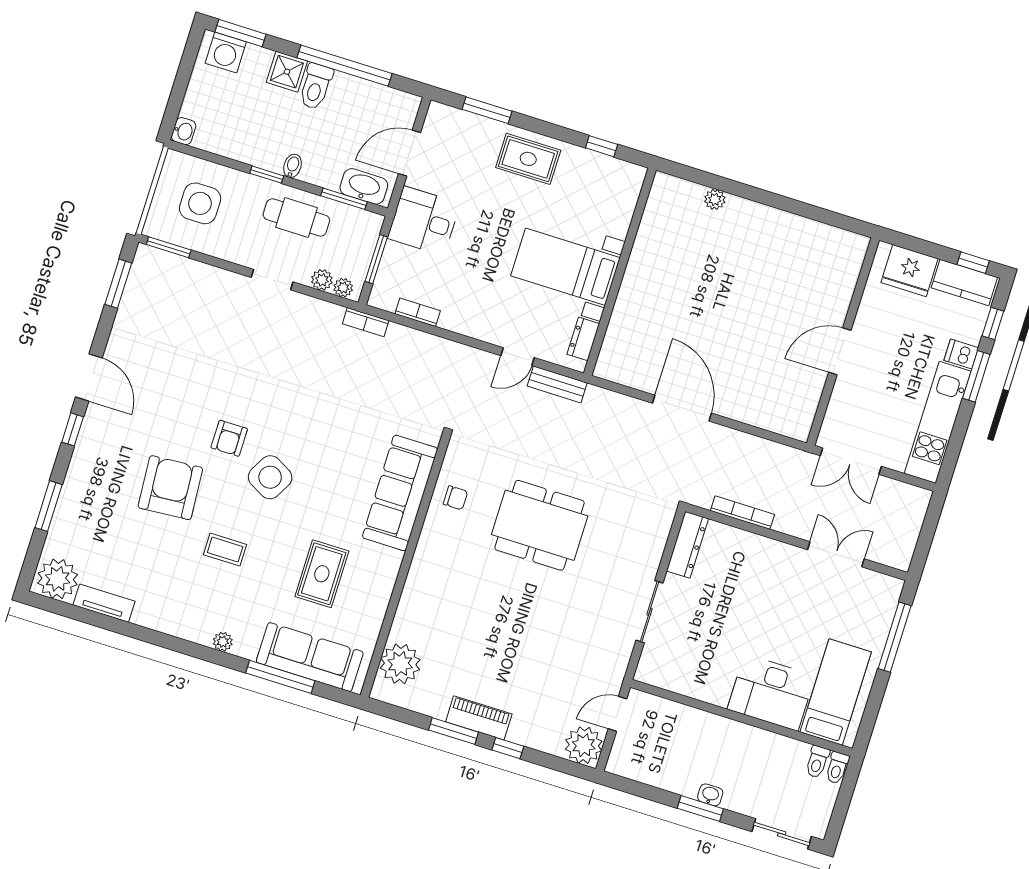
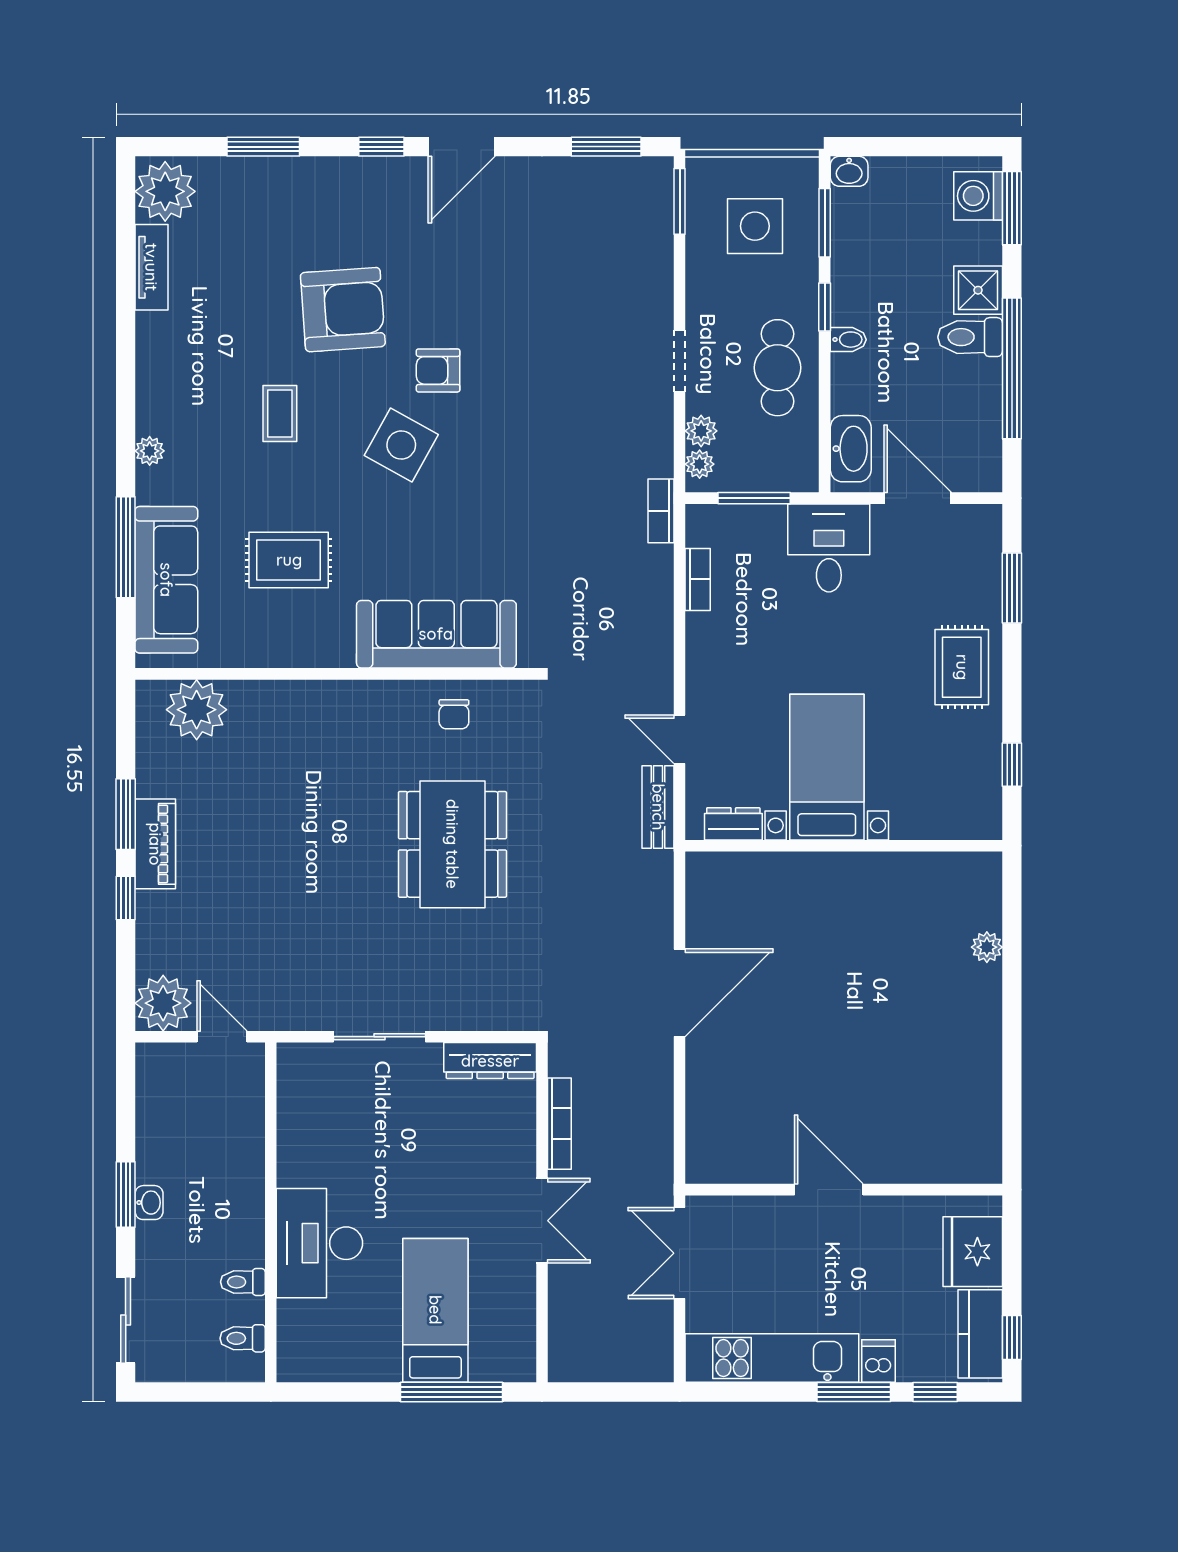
window: (344, 199) -> (825, 223), moved
double door: (836, 554) -> (542, 1221), moved
bed: (836, 692) -> (435, 1310), moved, turned -90
toilet: (837, 768) -> (243, 1282), moved

